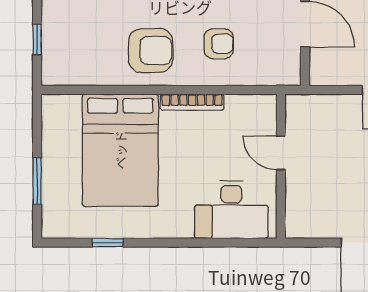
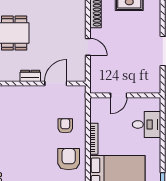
desk: (231, 210) -> (147, 124), width x0.73

